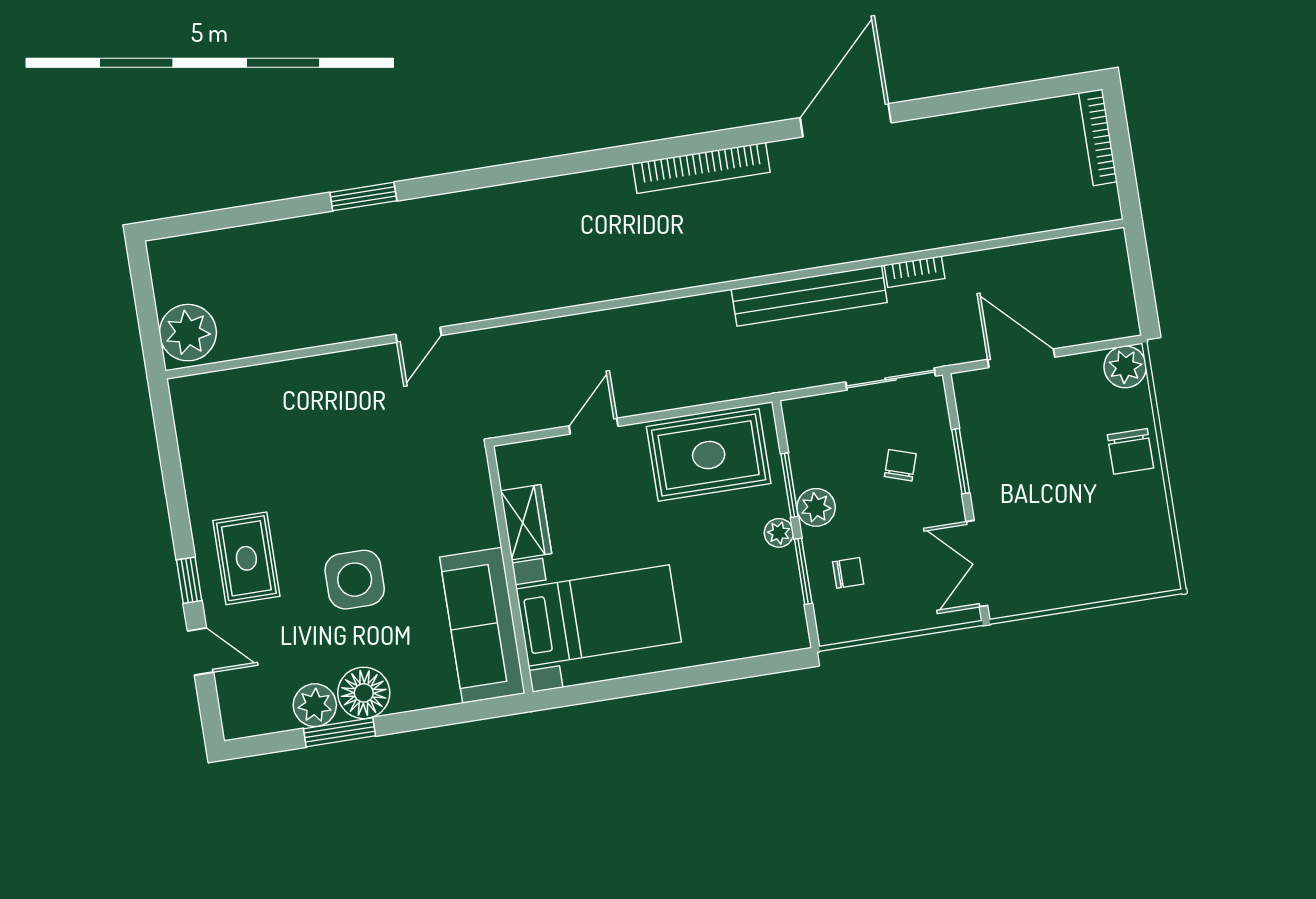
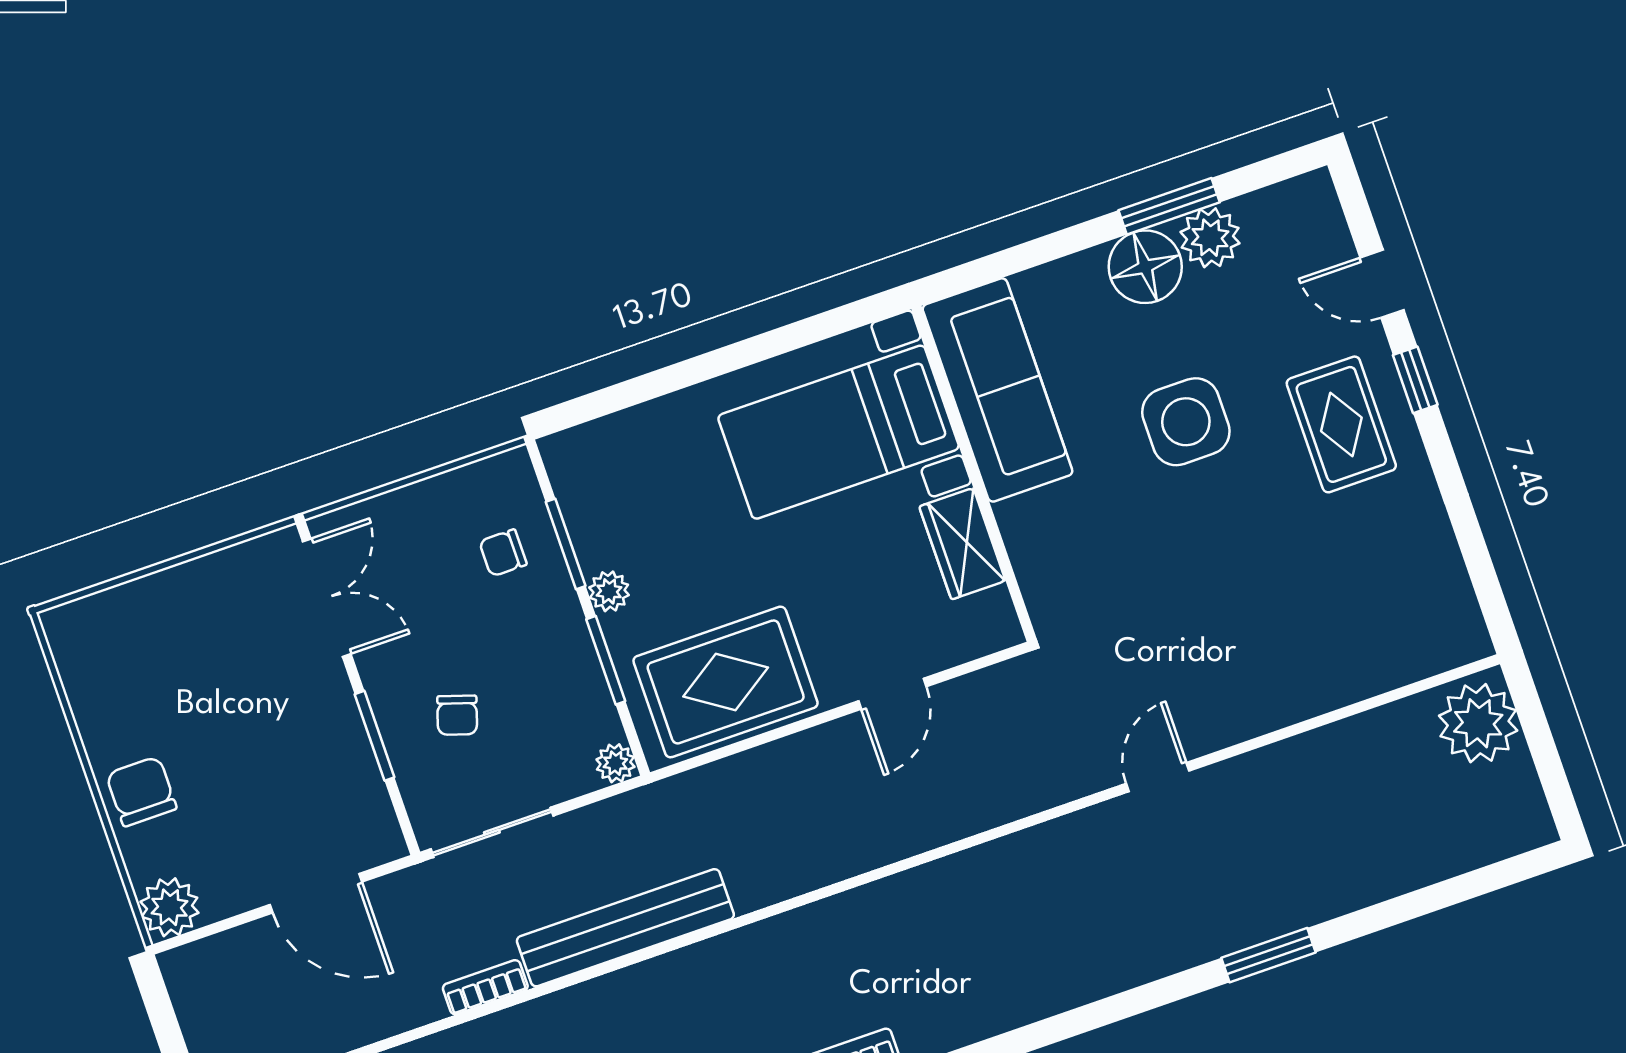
plant: (816, 507) -> (615, 763), moved, width x0.73, depth x0.73

